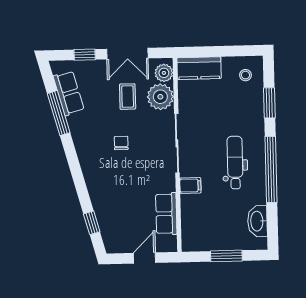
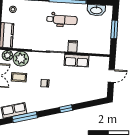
dental chair: (235, 163) -> (62, 20), turned 180
row of seats: (166, 214) -> (76, 61), moved
window: (92, 223) -> (66, 109), moved
door: (145, 258) -> (111, 76), swing flipped

